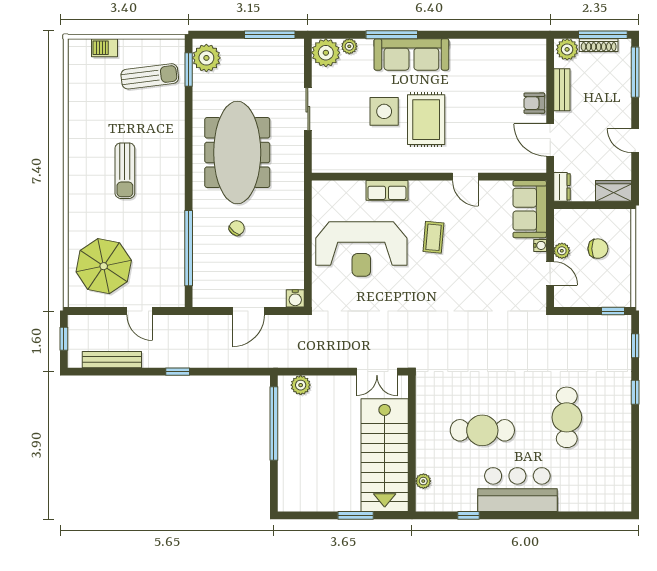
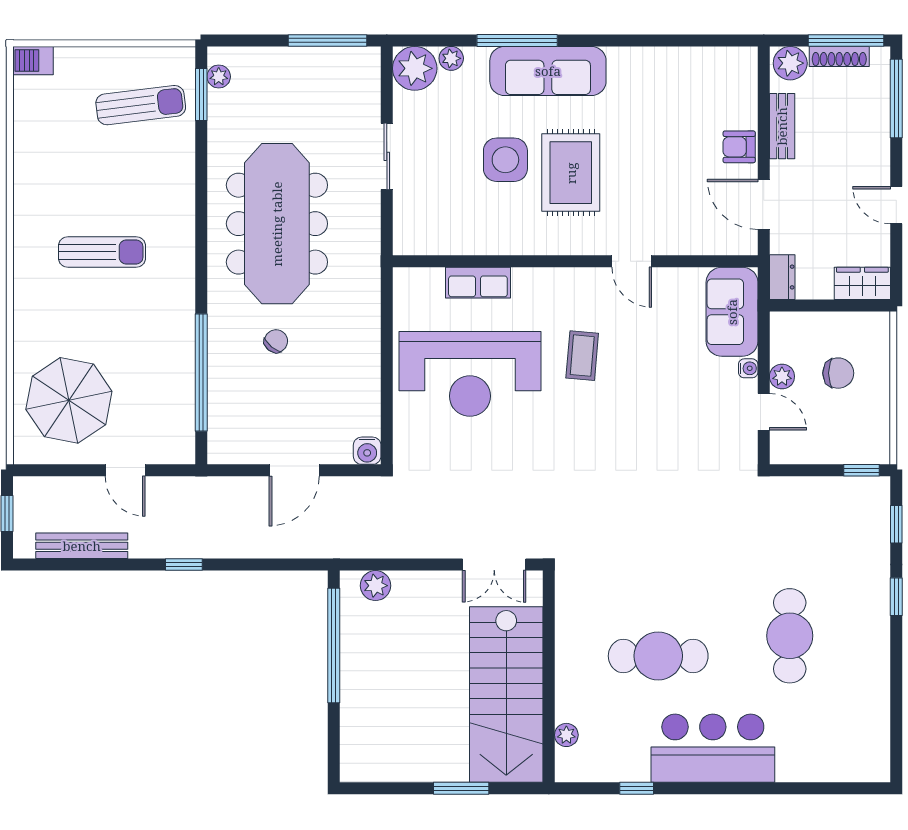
barbecue: (105, 48) -> (33, 61), moved
plant: (206, 58) -> (219, 77), width x0.53, depth x0.53
sun lounger: (125, 171) -> (102, 252), turned -90
row of seats: (387, 190) -> (478, 283), moved

